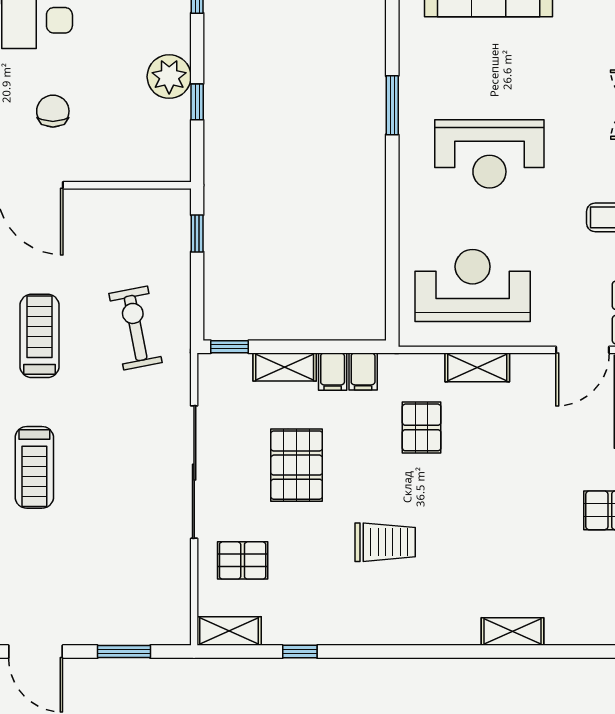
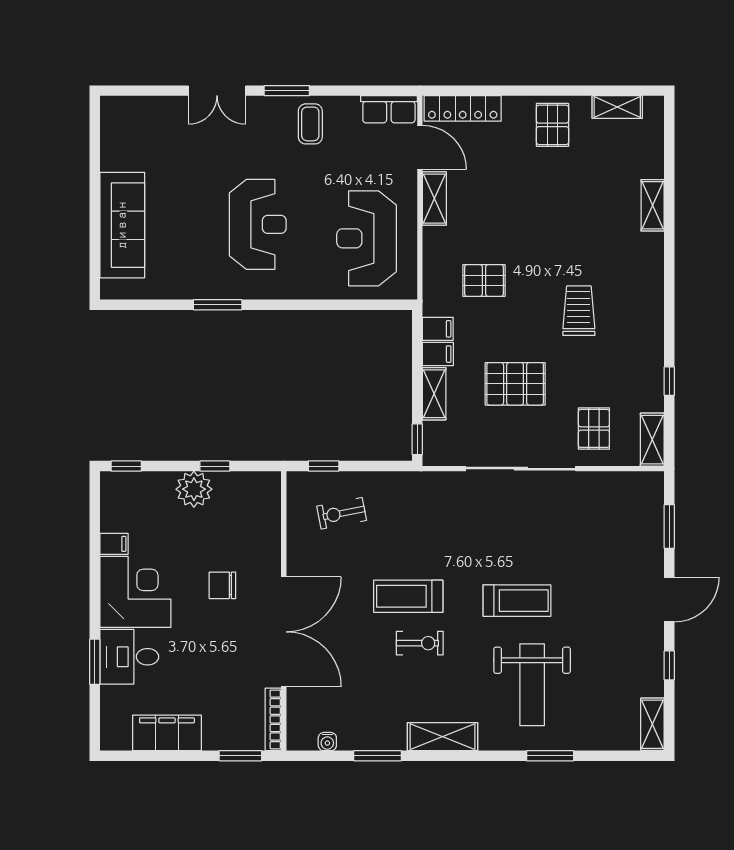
exercise bike: (136, 328) -> (342, 513), moved, width x0.73, depth x0.72
shelving: (477, 367) -> (434, 199), moved

